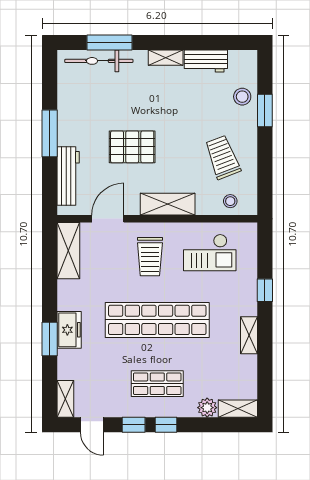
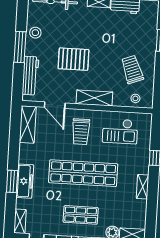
stool: (242, 97) -> (35, 33), moved
door: (108, 219) -> (55, 105), swing flipped
freezer: (69, 330) -> (25, 181), width x1.40

